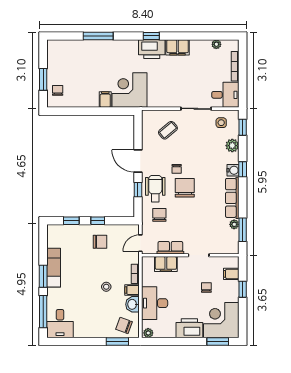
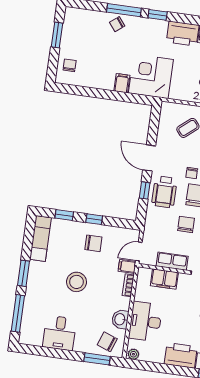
window: (151, 36) -> (158, 15), moved
chair: (94, 49) -> (117, 24), added
window: (43, 79) -> (57, 35), moved
wheelchair: (155, 189) -> (164, 192), turned 180
chair: (159, 215) -> (186, 224), moved
exam couch: (54, 268) -> (41, 238), moved
stool: (106, 287) -> (76, 282), moved, width x1.89, depth x1.89
filing cabinet: (132, 290) -> (127, 266), moved
desk: (60, 324) -> (60, 333), moved

